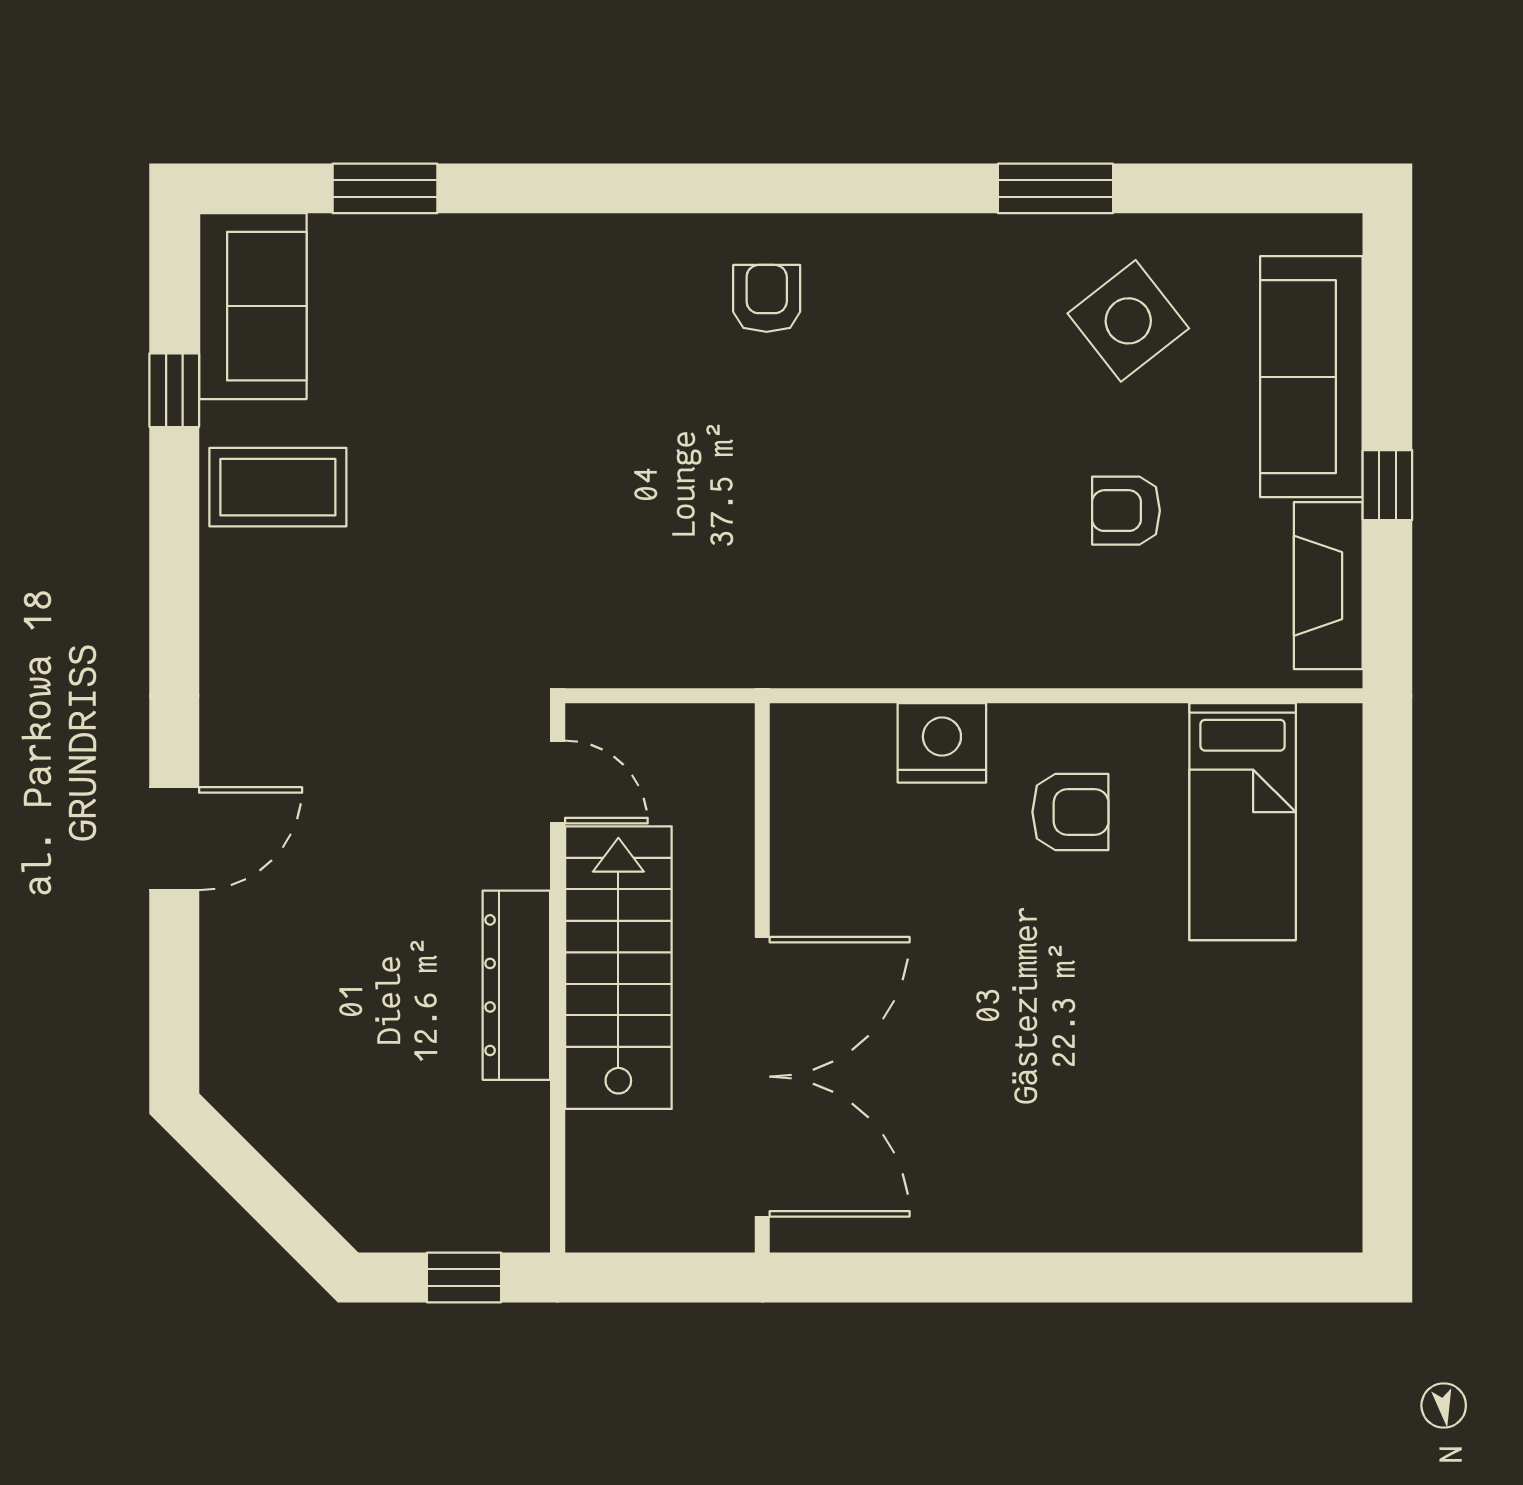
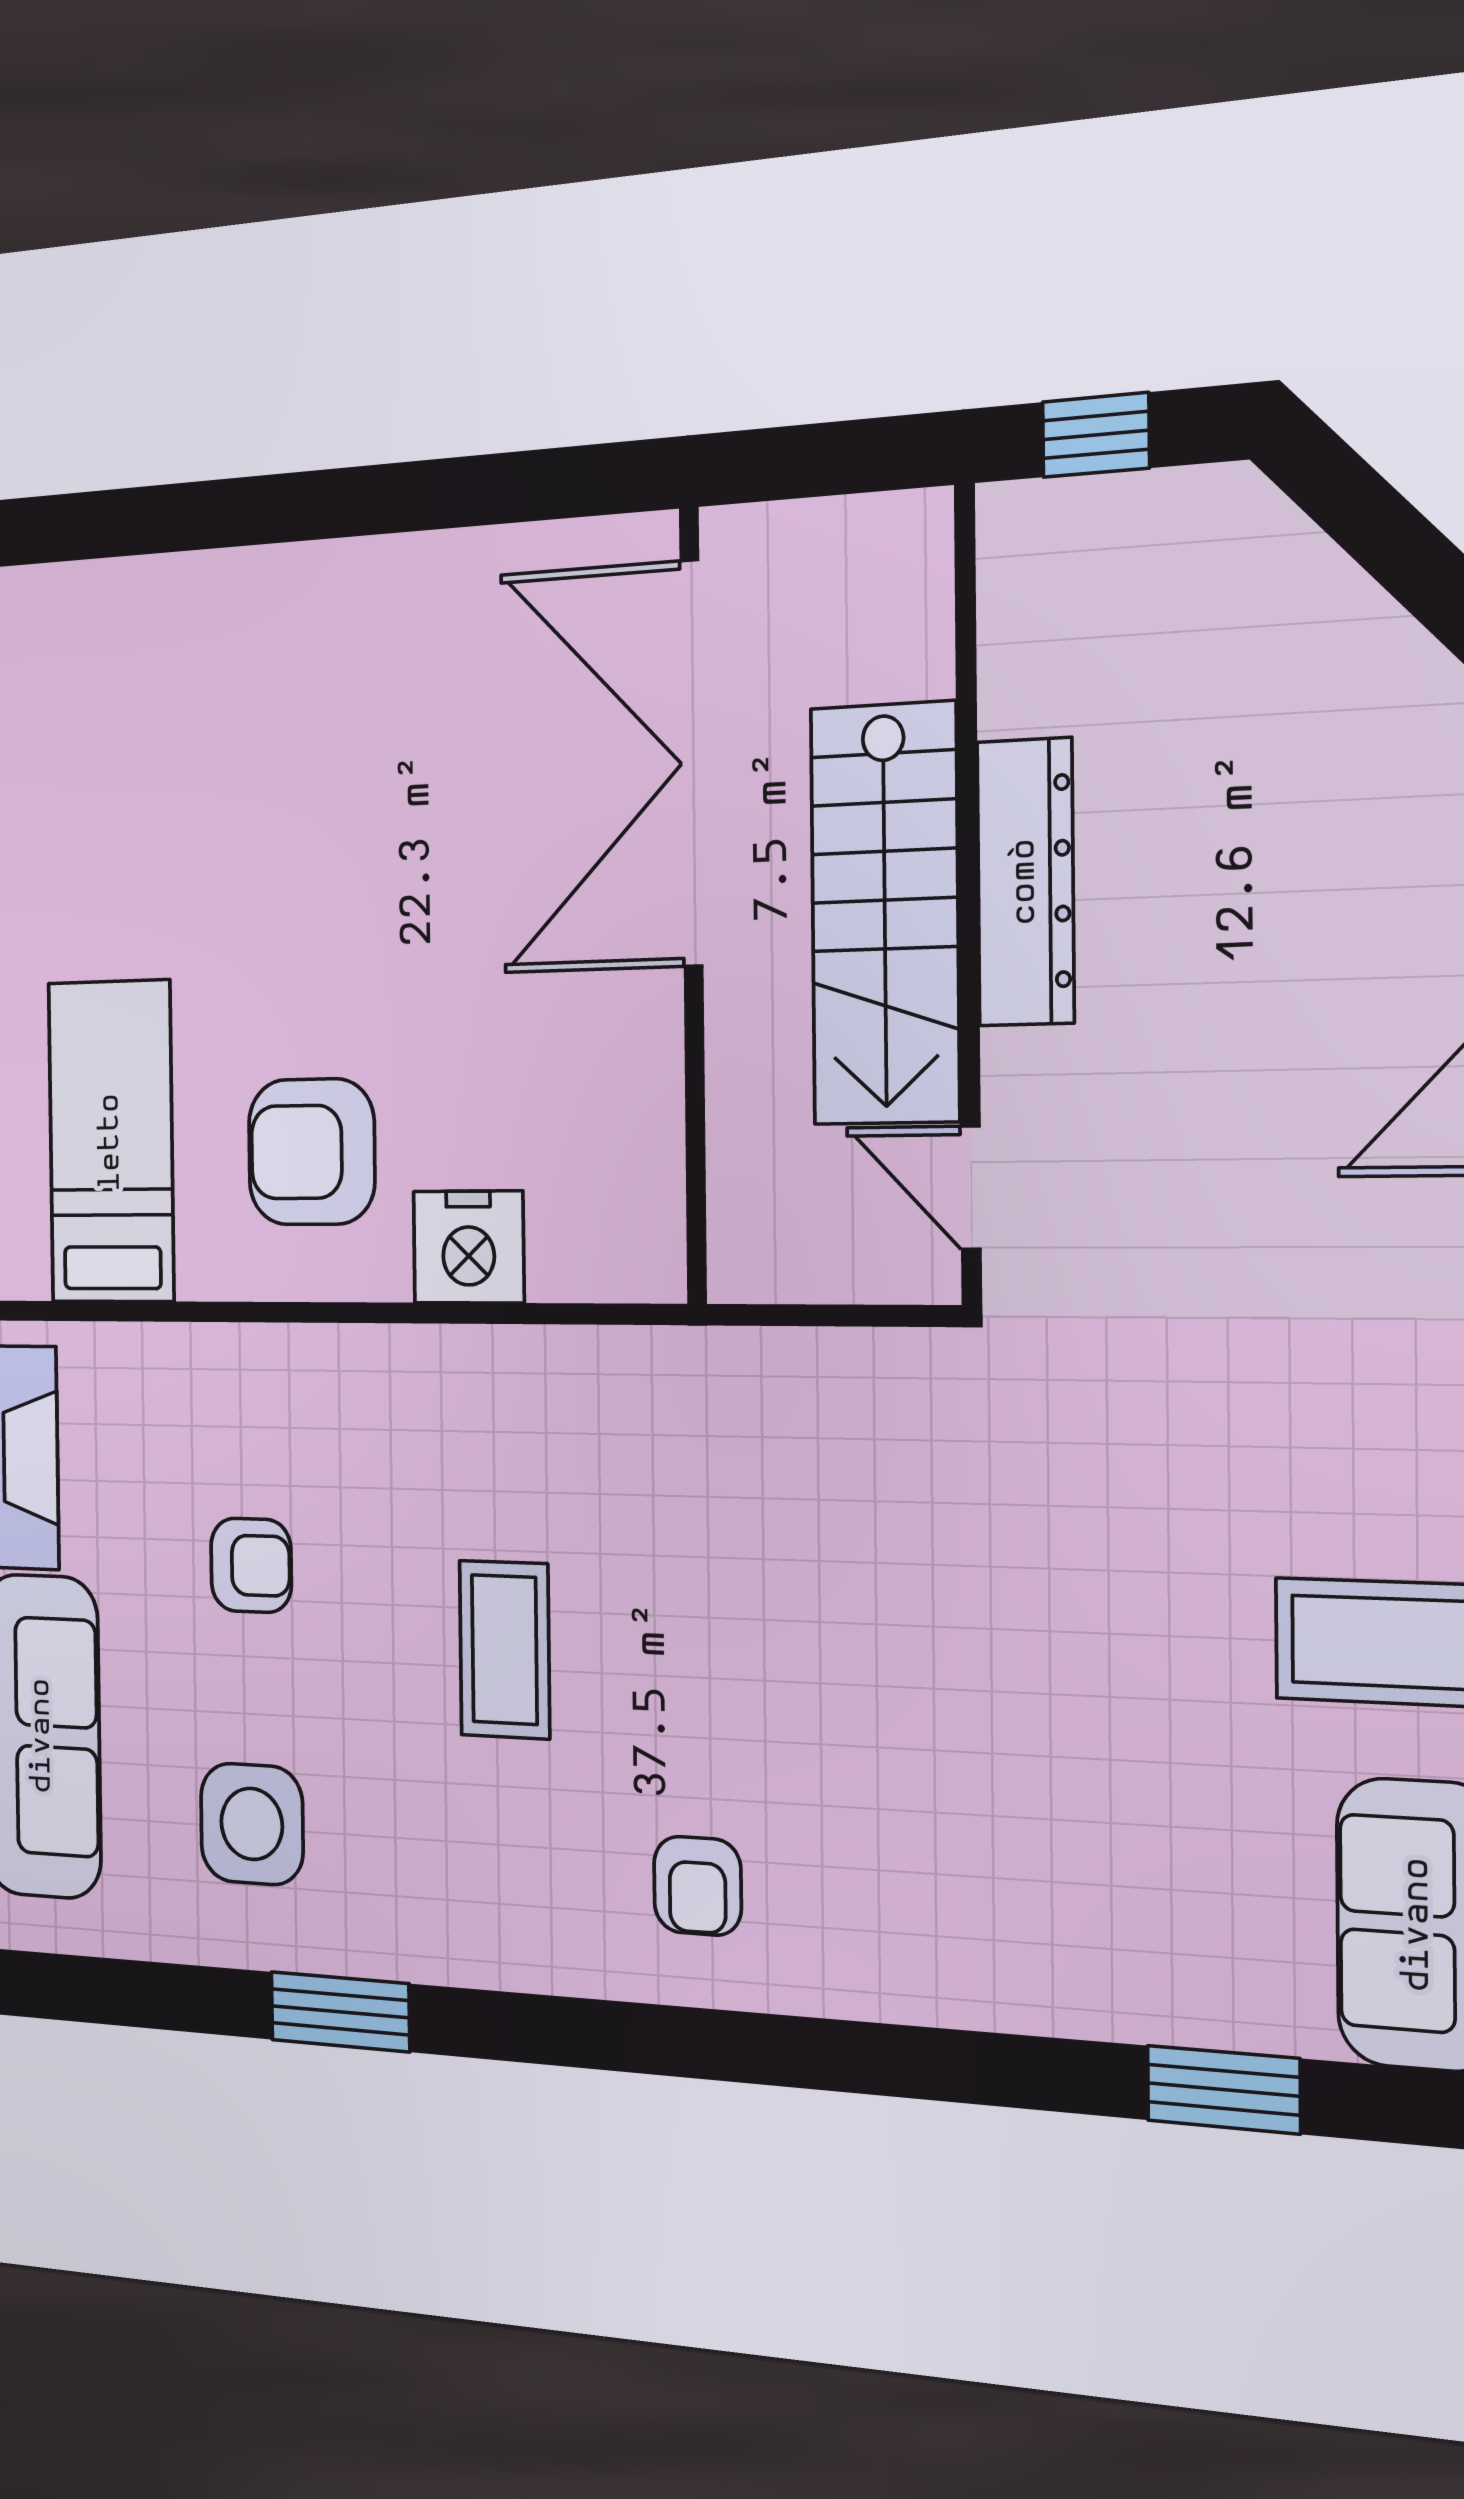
side table: (1128, 321) -> (252, 1824), turned 38
coffee table: (917, 457) -> (504, 1650), added
armchair: (1070, 812) -> (312, 1152), width x1.38, depth x1.38

